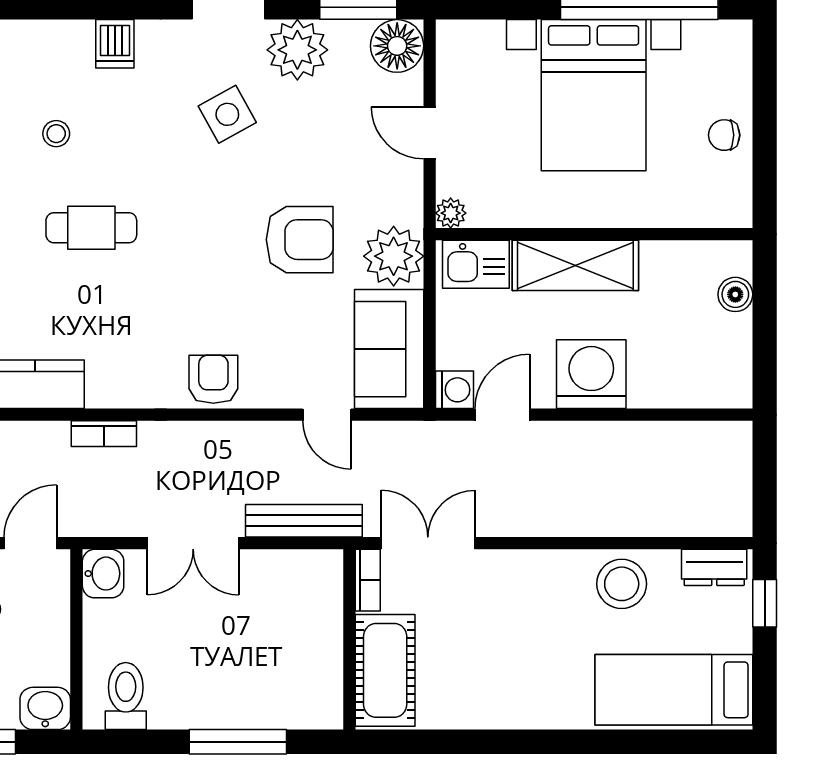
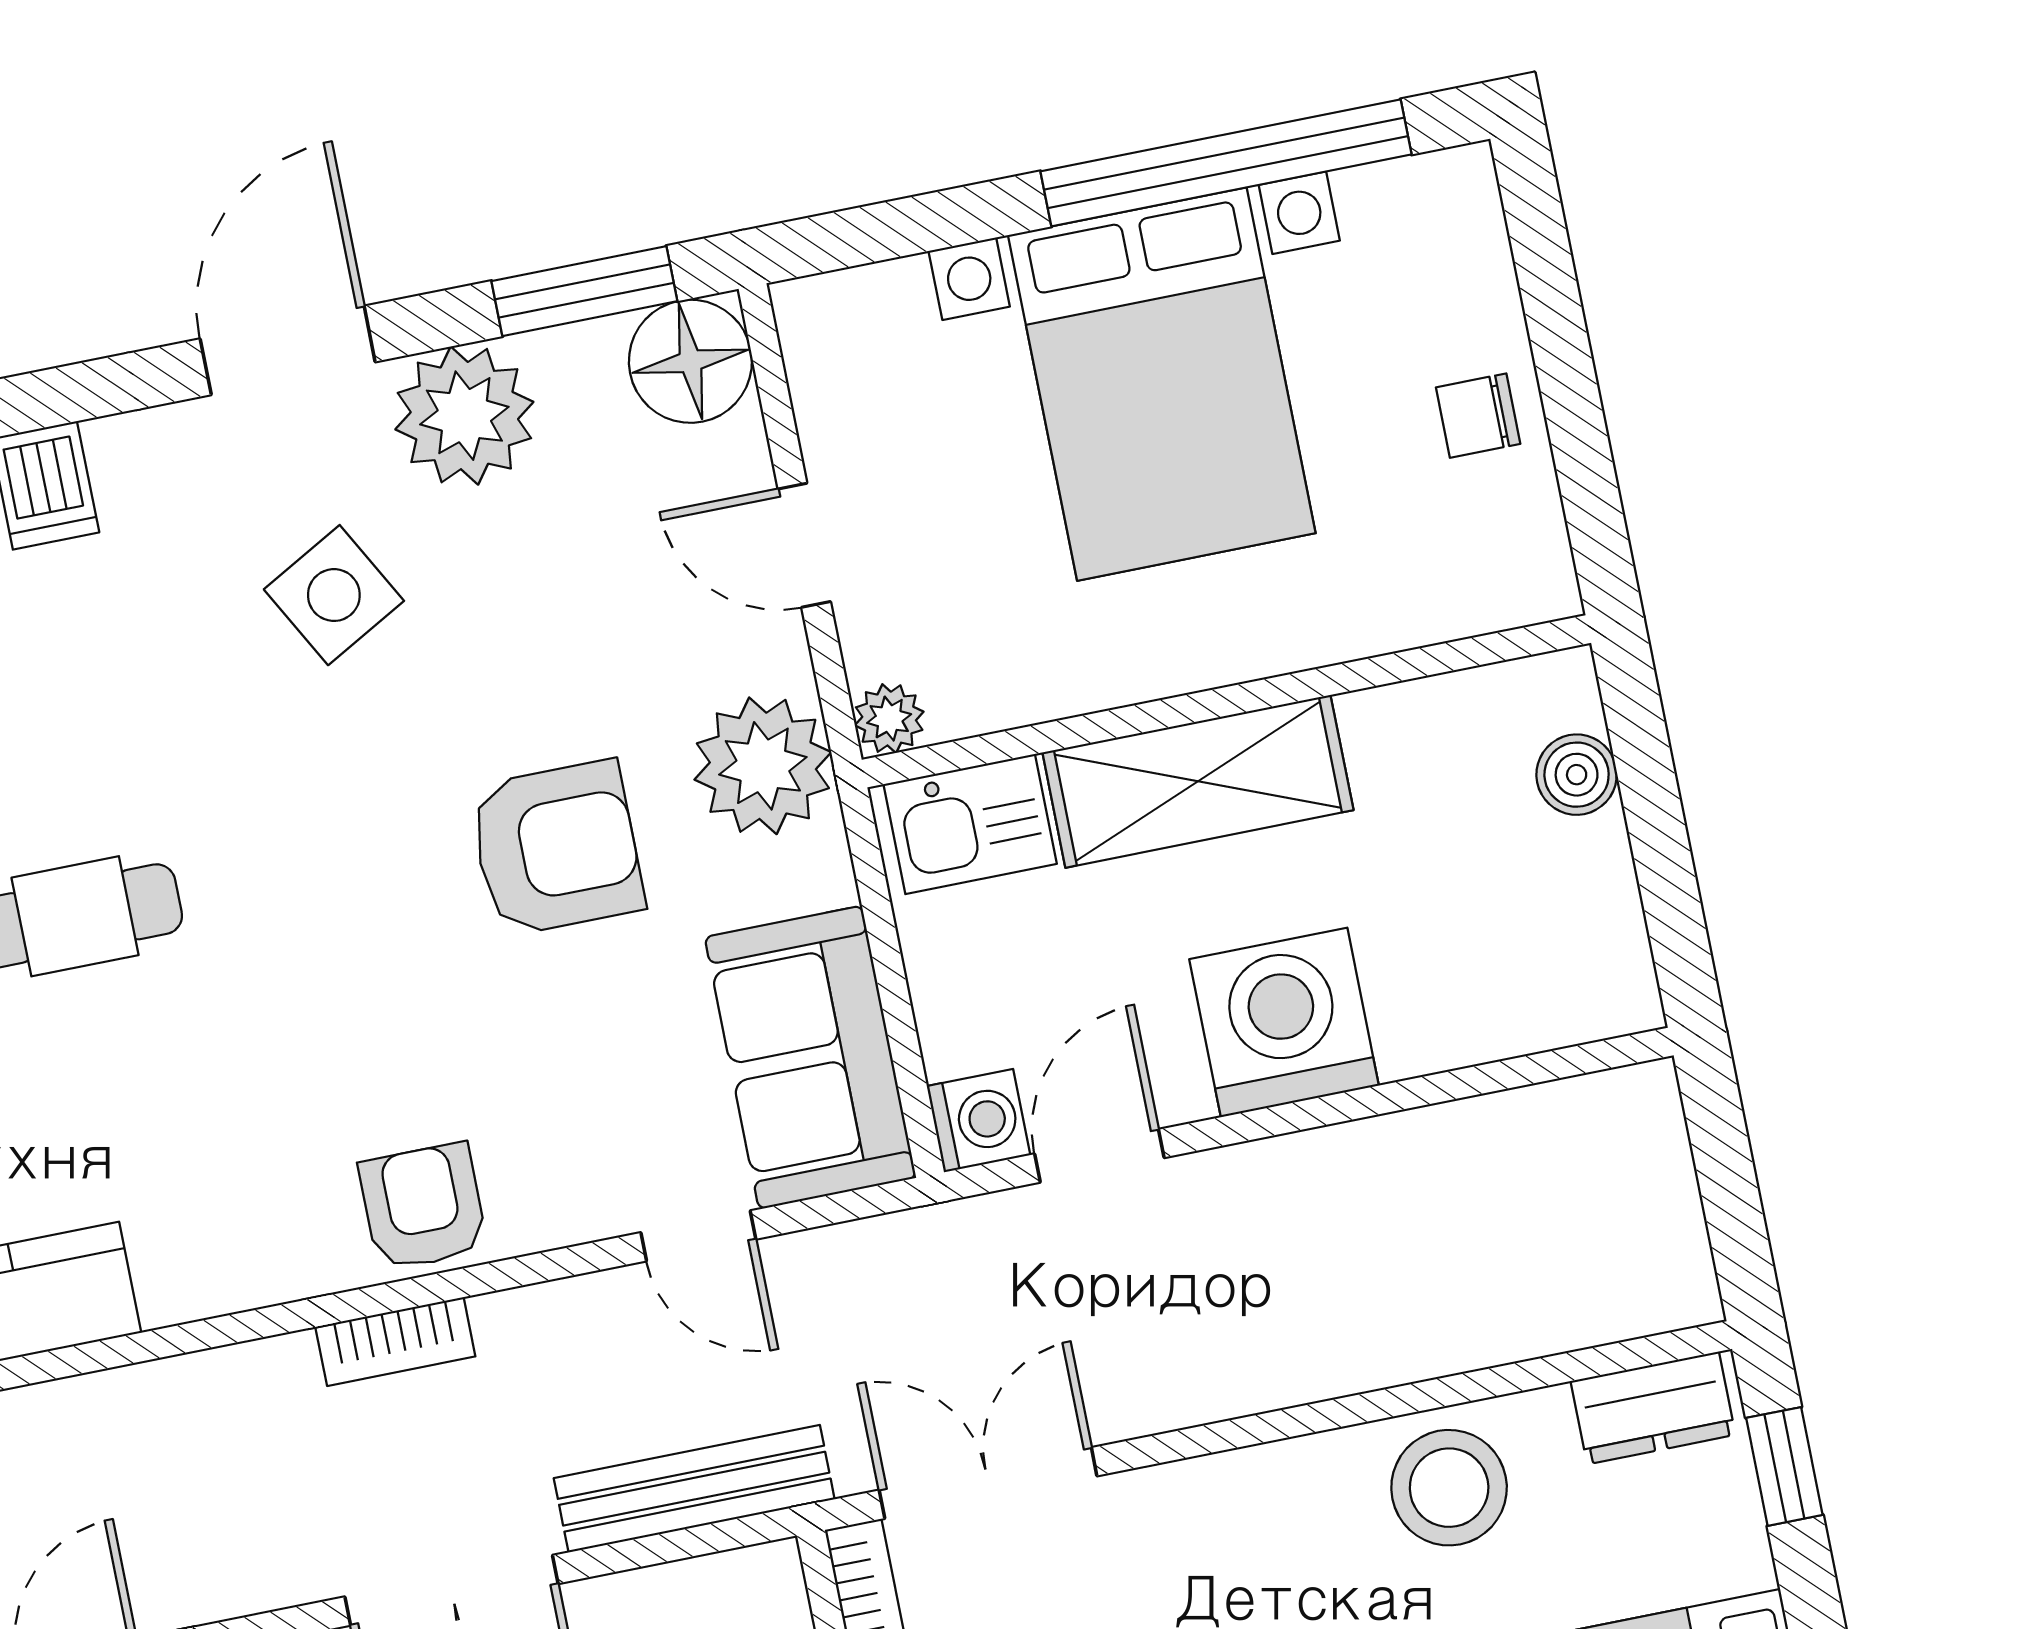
plant: (394, 256) -> (763, 766), moved
bookcase: (104, 434) -> (395, 1342), moved

